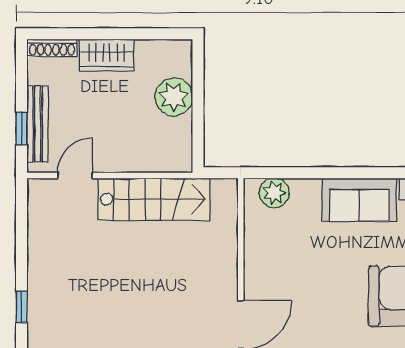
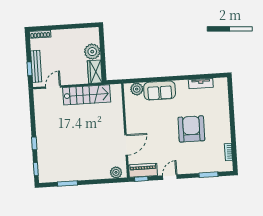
wardrobe: (107, 55) -> (95, 72), moved, turned 90
sofa: (360, 200) -> (160, 90), moved

